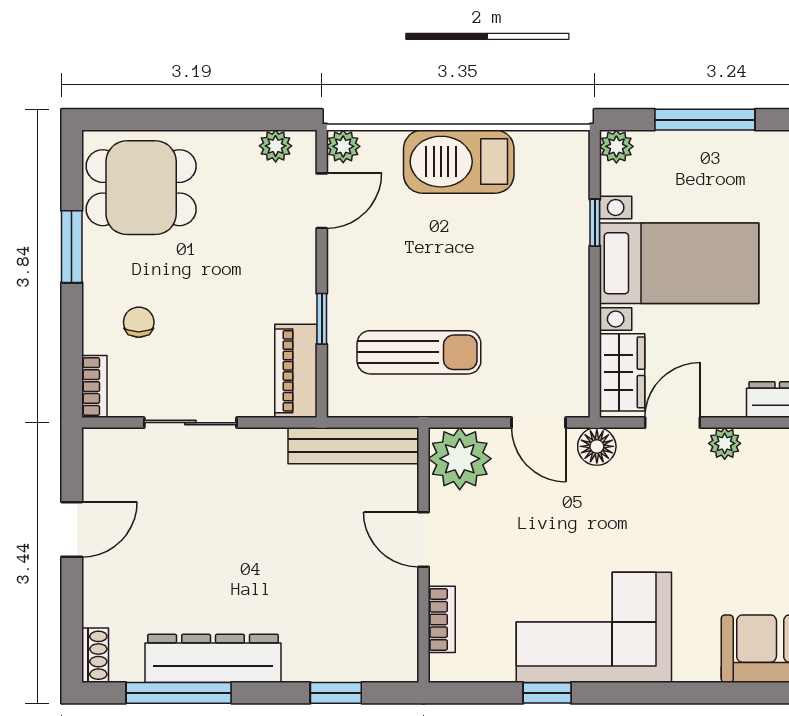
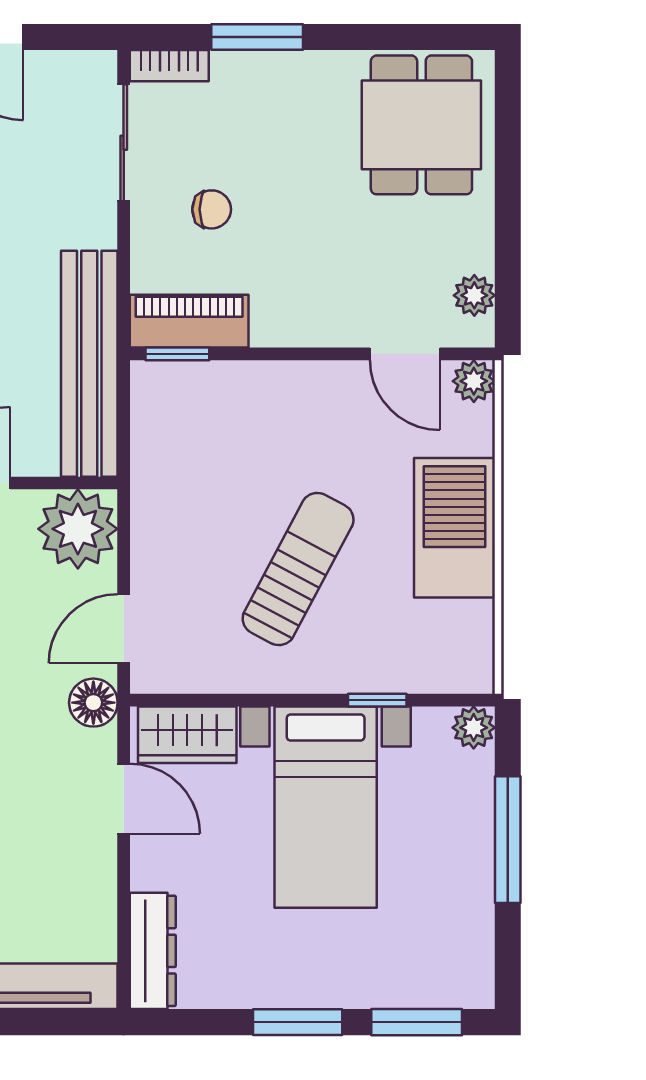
window: (72, 247) -> (257, 37), moved
window: (322, 319) -> (177, 354), moved
chair: (139, 322) -> (212, 209), moved
sun lounger: (419, 352) -> (298, 569), moved, turned -152
sliding door: (190, 423) -> (124, 143), moved
plant: (725, 443) -> (97, 865), removed
bench: (353, 446) -> (89, 364), width x1.37, depth x1.21

